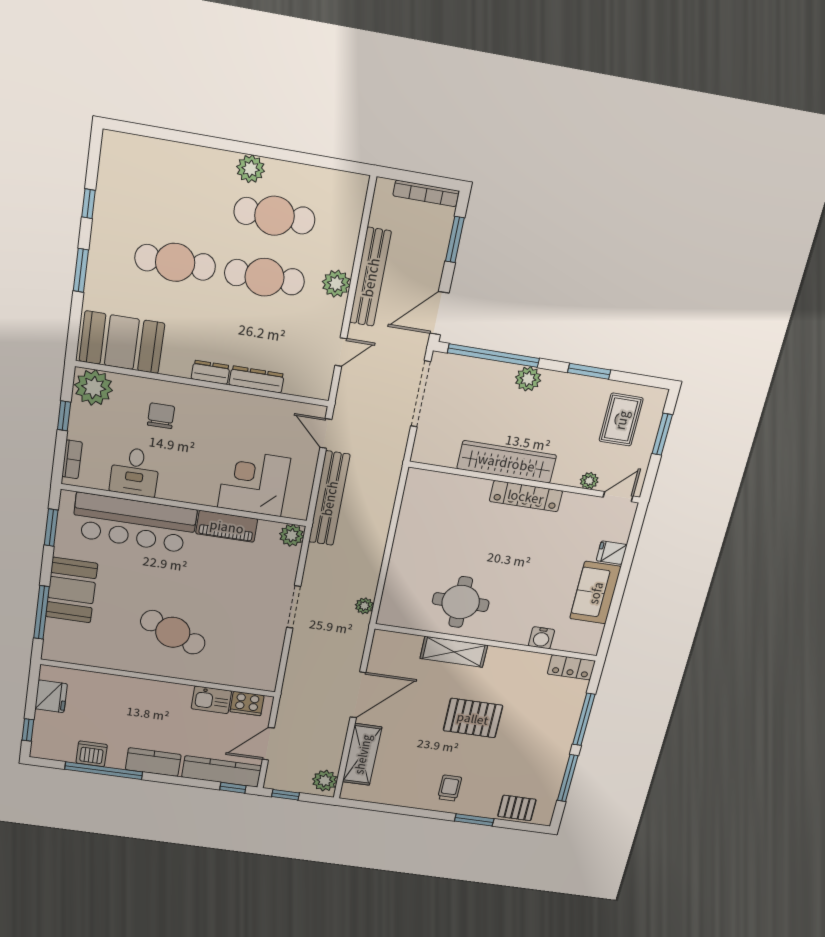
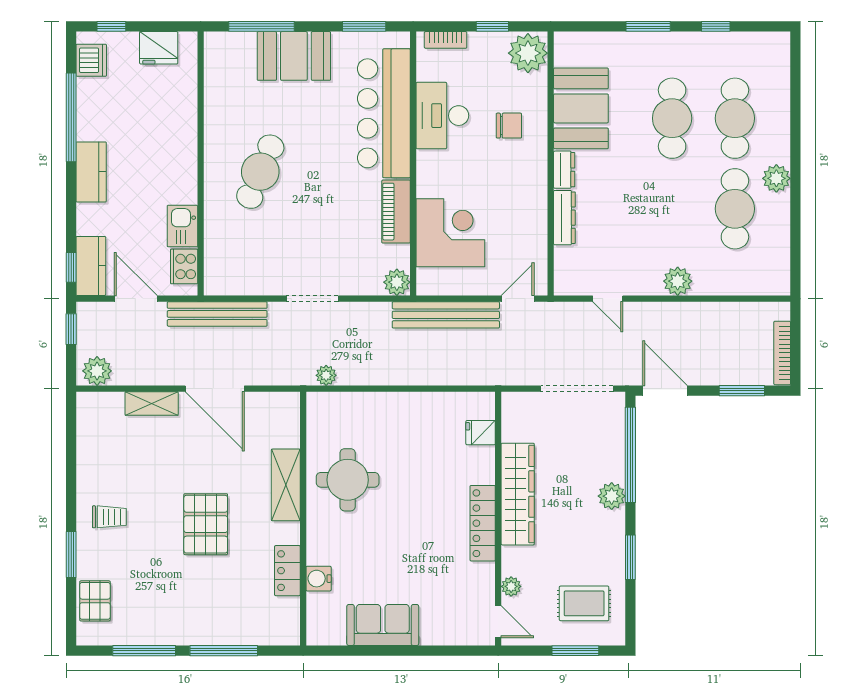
cafe table: (264, 277) -> (735, 118), moved
bench: (370, 277) -> (217, 314), moved
booth: (122, 342) -> (581, 108), moved
desk: (135, 472) -> (442, 116), width x1.37
fridge: (612, 553) -> (481, 433), moved, turned -90
locker: (571, 667) -> (287, 571), moved
dishwasher: (92, 754) -> (91, 60), moved
shelving: (362, 754) -> (152, 403), width x0.67, depth x0.75
kitchen counter: (222, 771) -> (91, 266), width x0.67

